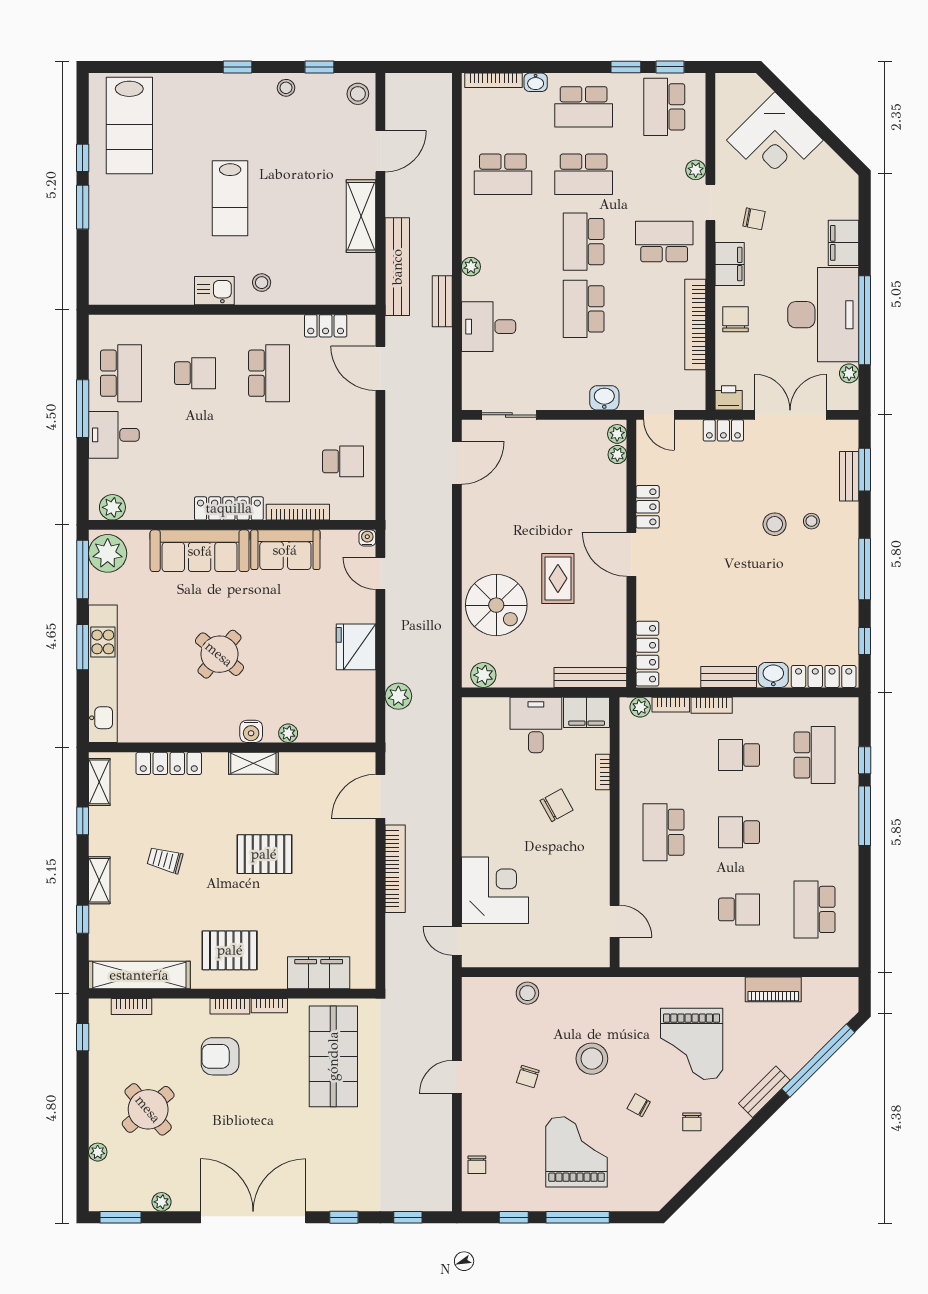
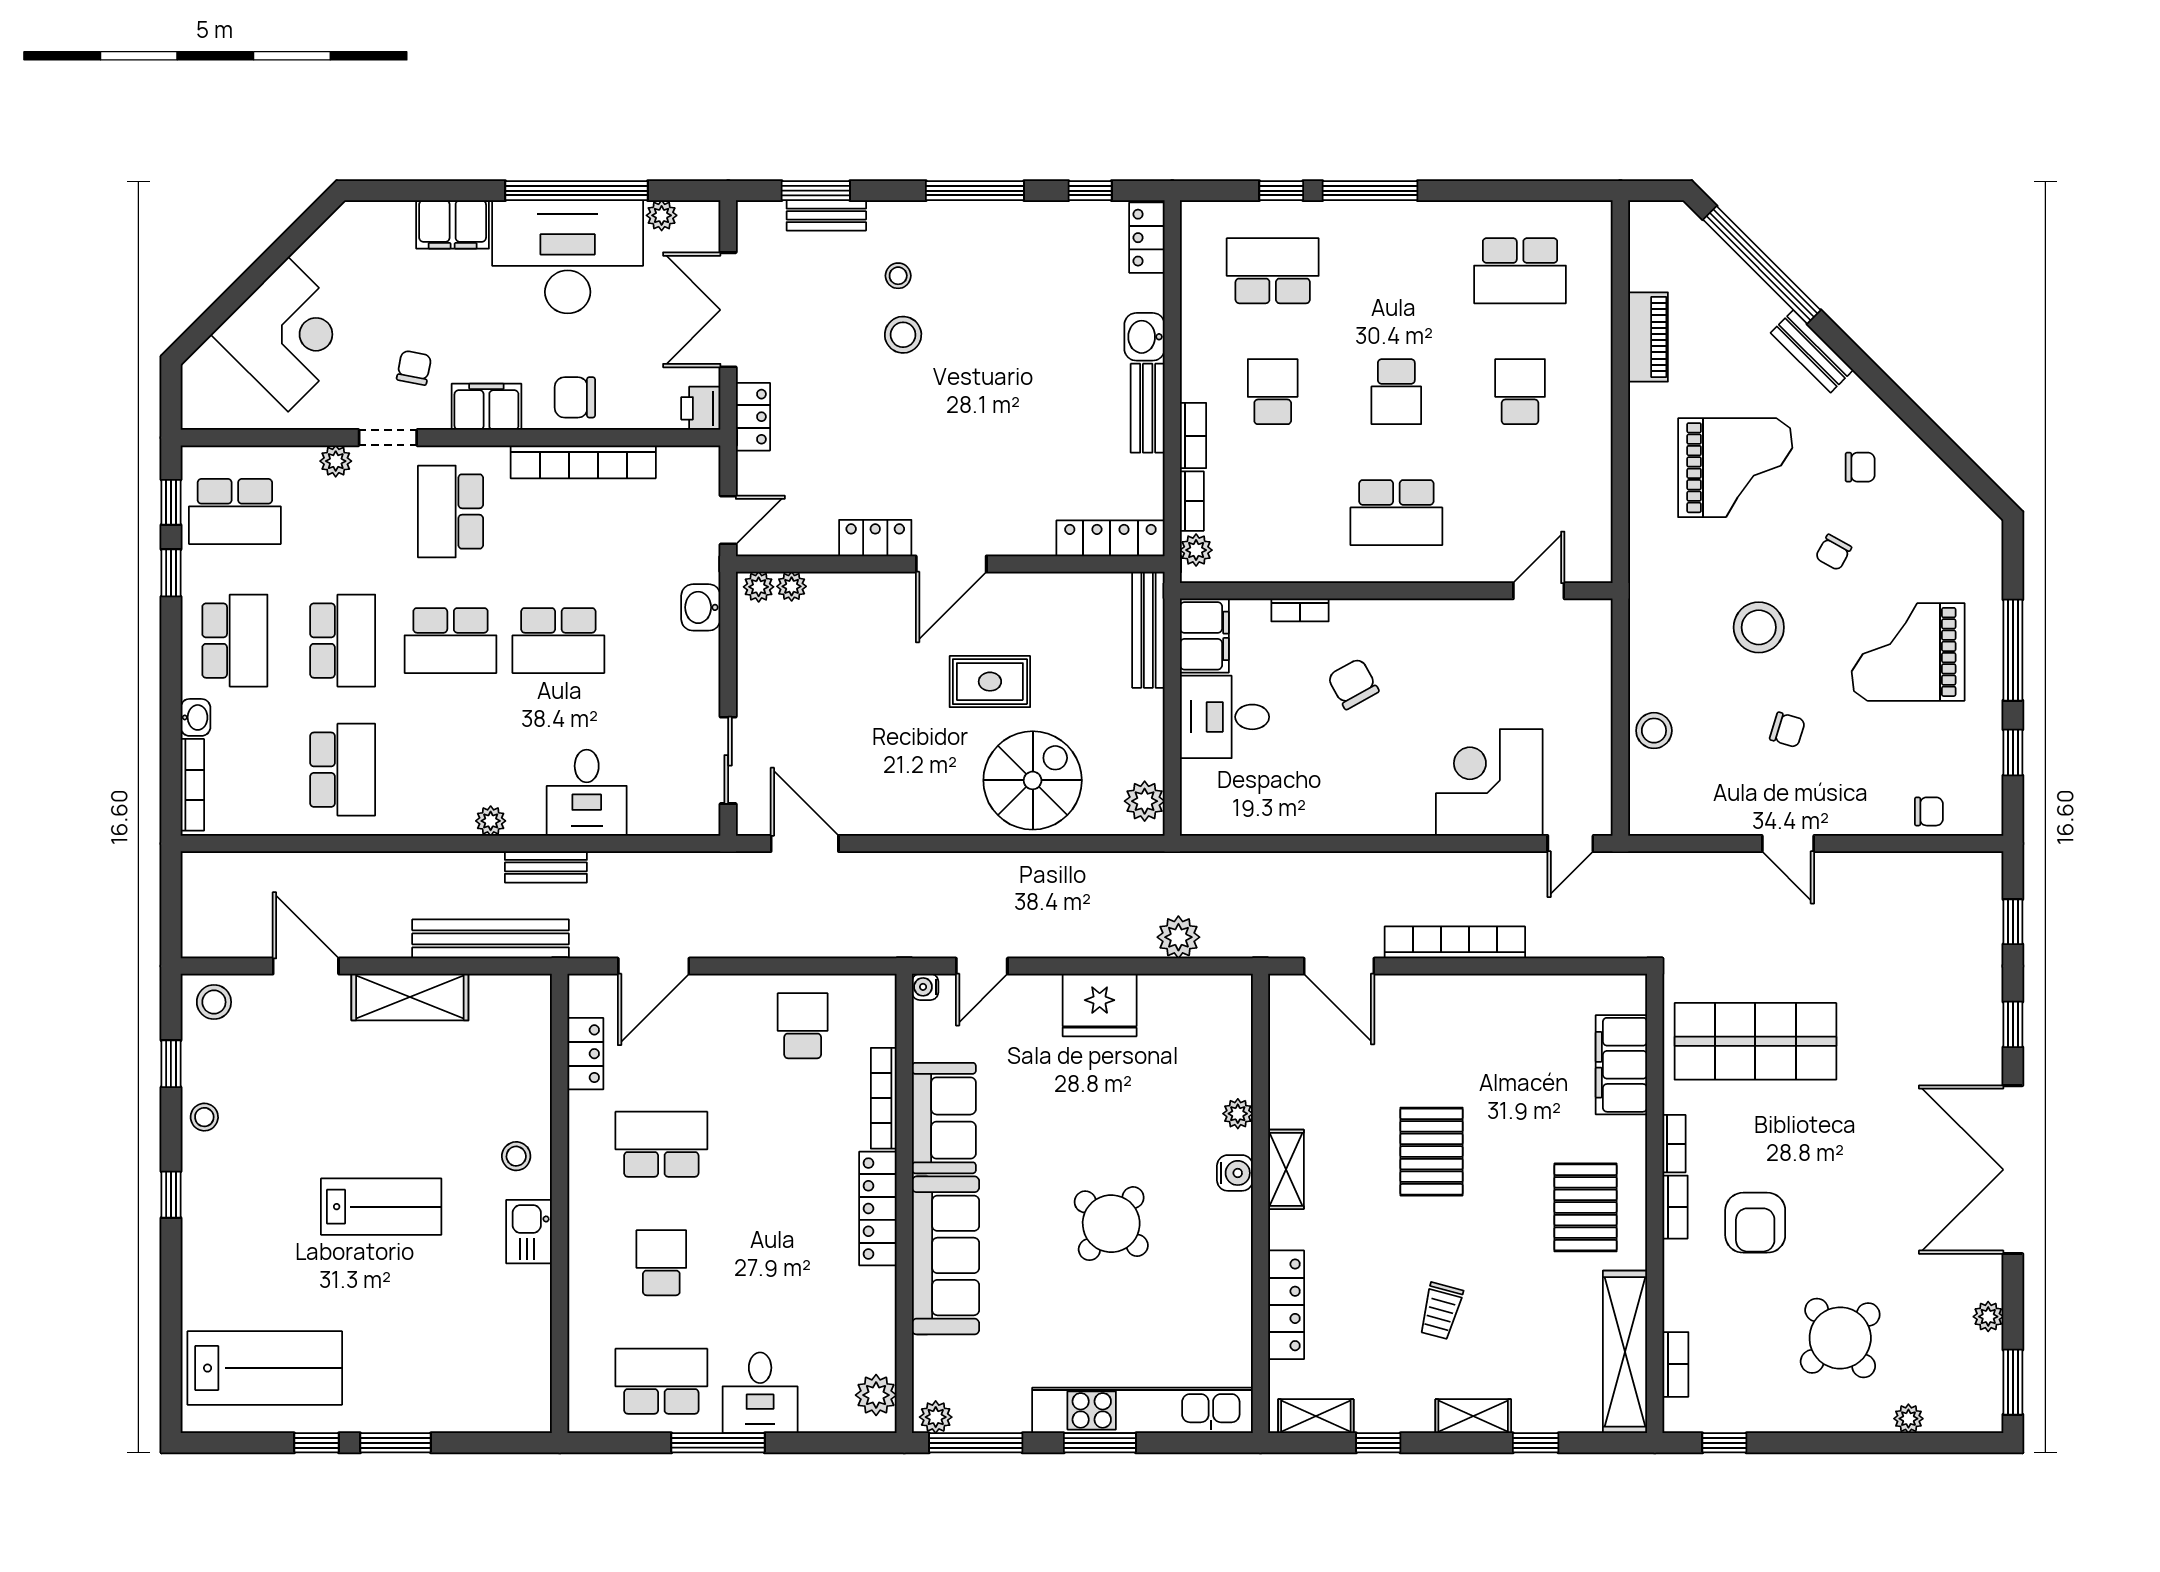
plant: (108, 553) -> (936, 1417), width x0.53, depth x0.53
locker: (824, 676) -> (1147, 238), width x0.66
school desk: (739, 755) -> (1273, 392), turned 180

